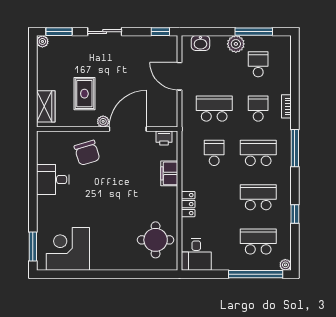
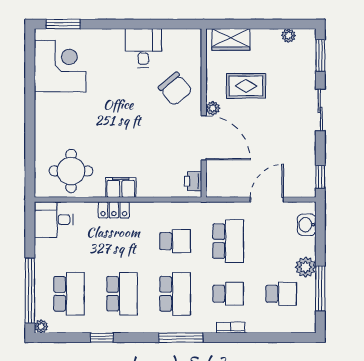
plant: (42, 41) -> (289, 36), moved
chair: (87, 153) -> (175, 89), turned -113
filing cabinet: (169, 173) -> (121, 187), moved

